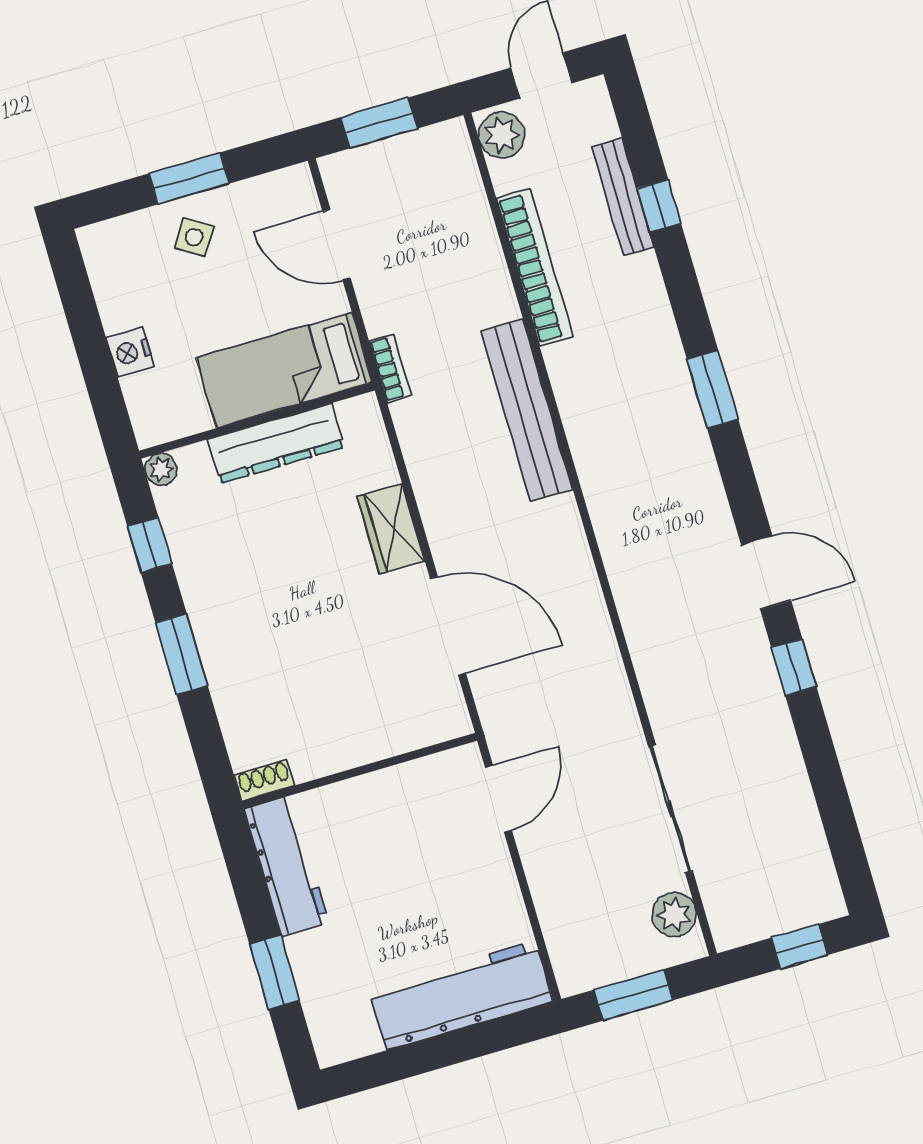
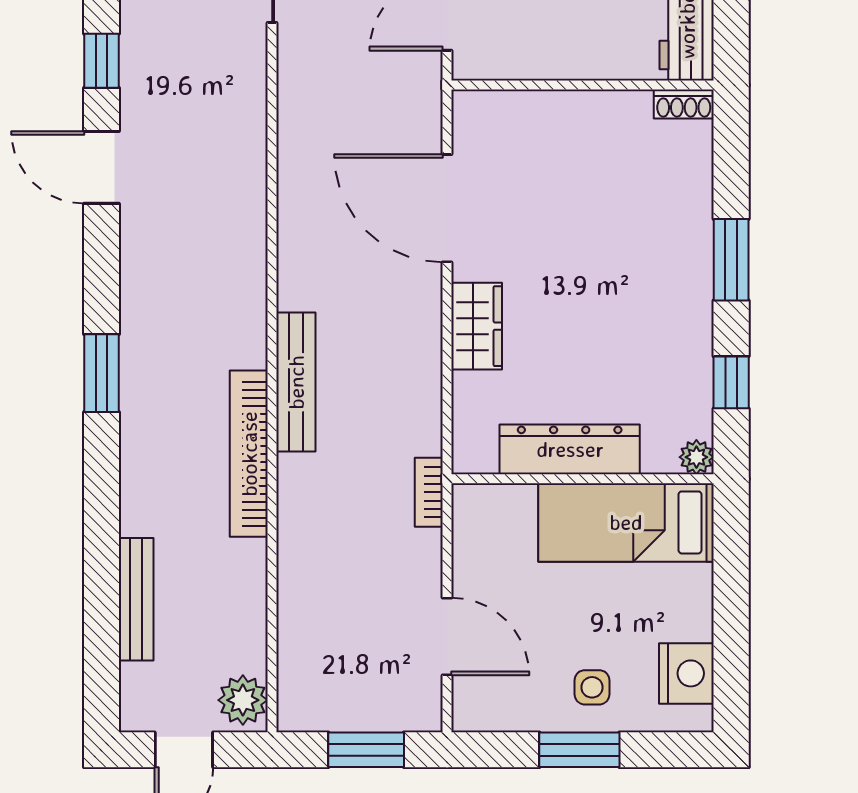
window: (659, 206) -> (101, 579), removed
side table: (194, 237) -> (592, 687), turned -32
bookcase: (535, 267) -> (249, 454), moved
nightstand: (130, 352) -> (686, 673), moved, width x1.36, depth x1.33
bed: (284, 370) -> (626, 522), moved, turned 180
bench: (527, 410) -> (296, 382), width x0.73, depth x0.82

